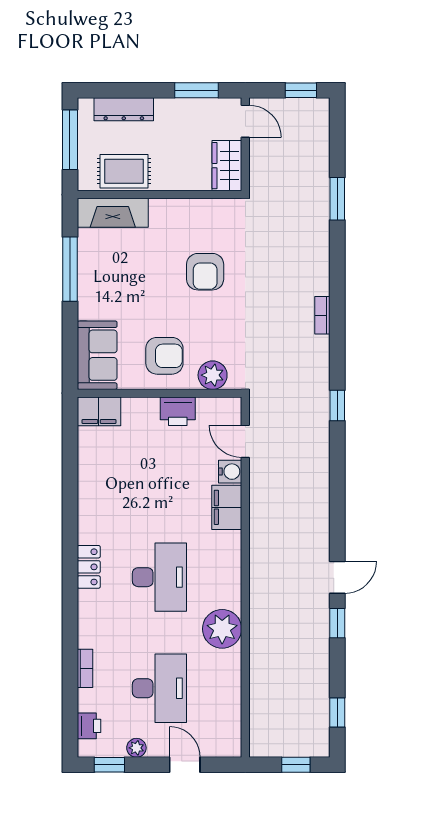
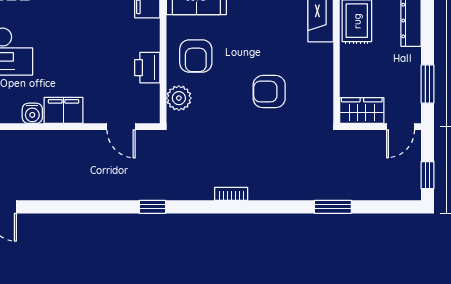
door: (245, 441) -> (121, 127), swing flipped
water cooler: (230, 472) -> (32, 113), moved

